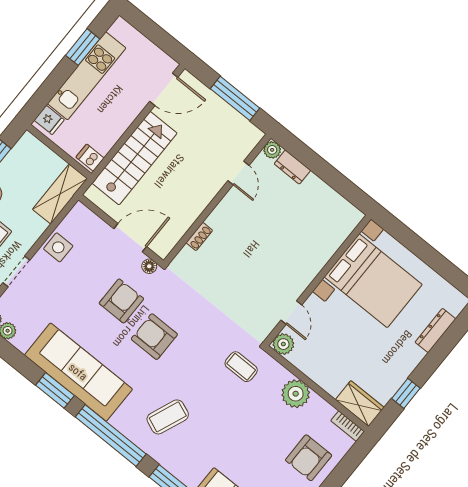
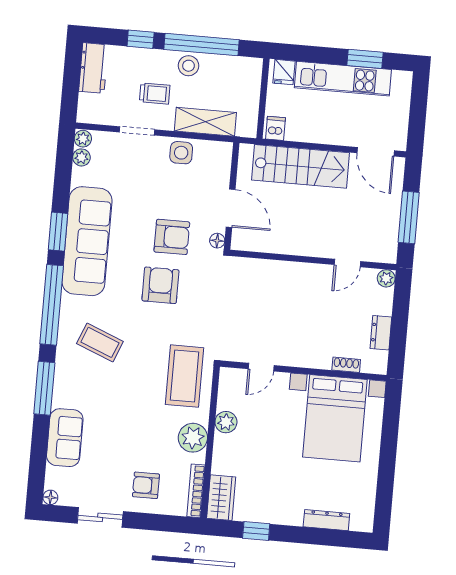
dresser: (292, 167) -> (381, 333), moved
shelving: (60, 194) -> (205, 122), moved
shoe rack: (199, 237) -> (346, 365), moved, turned 180
wall: (317, 280) -> (303, 371), moved
bed with nightstands: (373, 281) -> (335, 418), moved
door: (291, 312) -> (261, 367), moved
plant: (283, 344) -> (226, 422), moved
coffee table: (241, 367) -> (185, 376), width x1.86, depth x1.72
bookcase: (348, 426) -> (196, 491), width x1.56
armchair: (309, 458) -> (146, 485), width x0.72, depth x0.72

